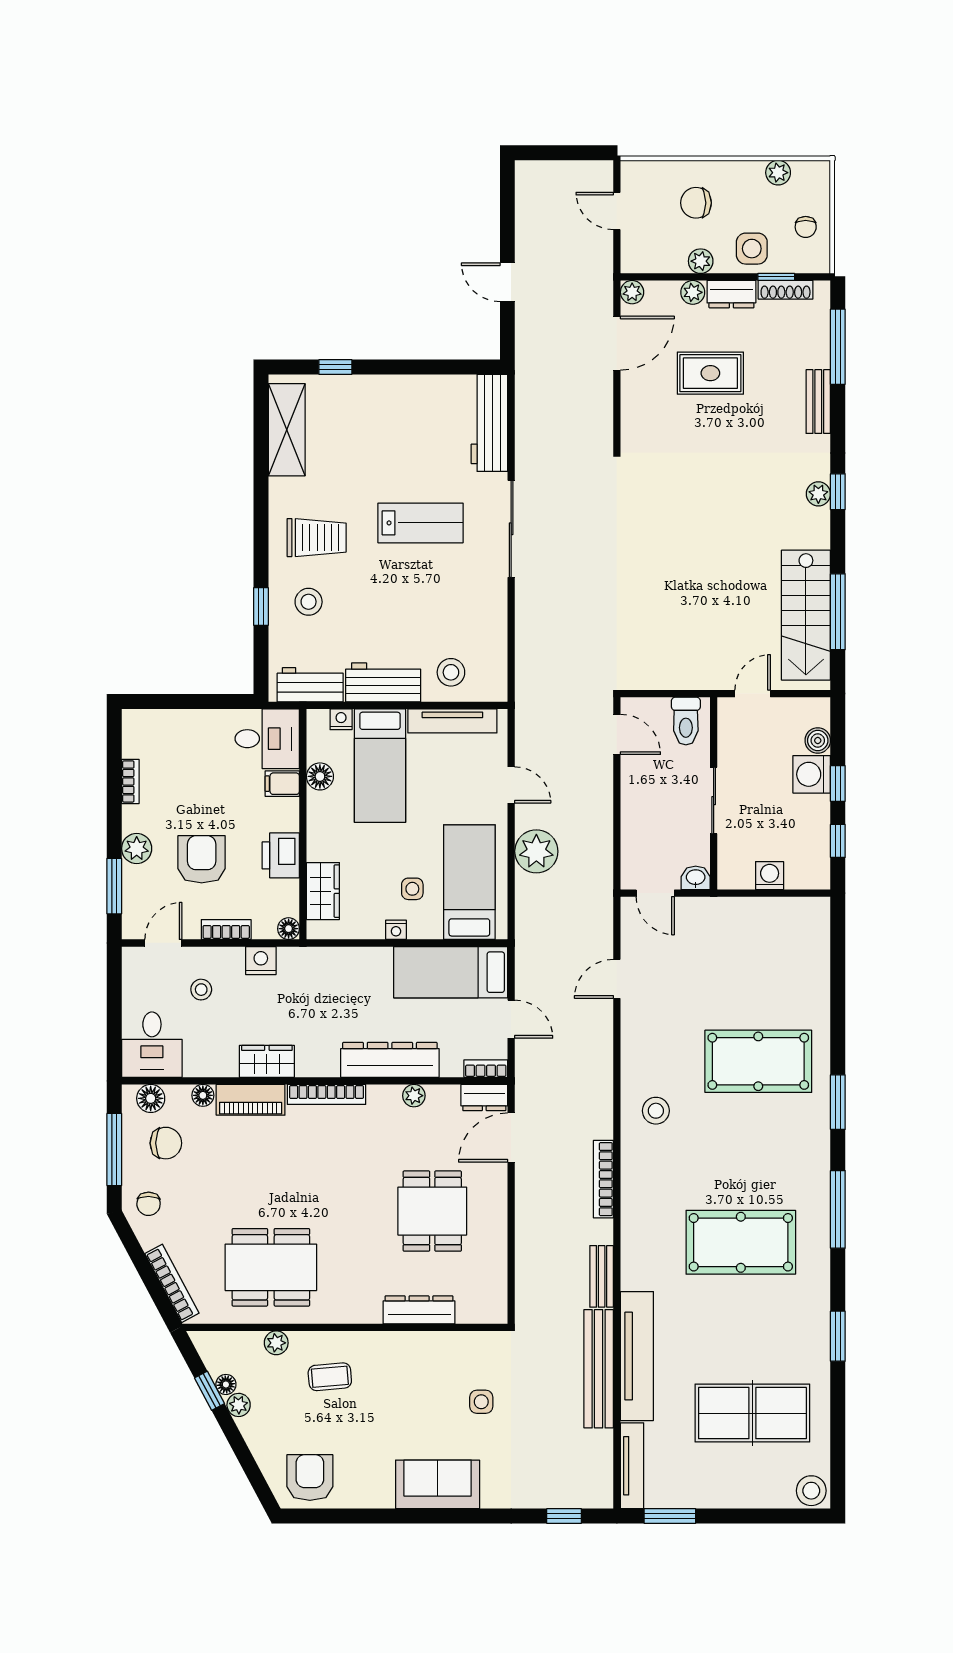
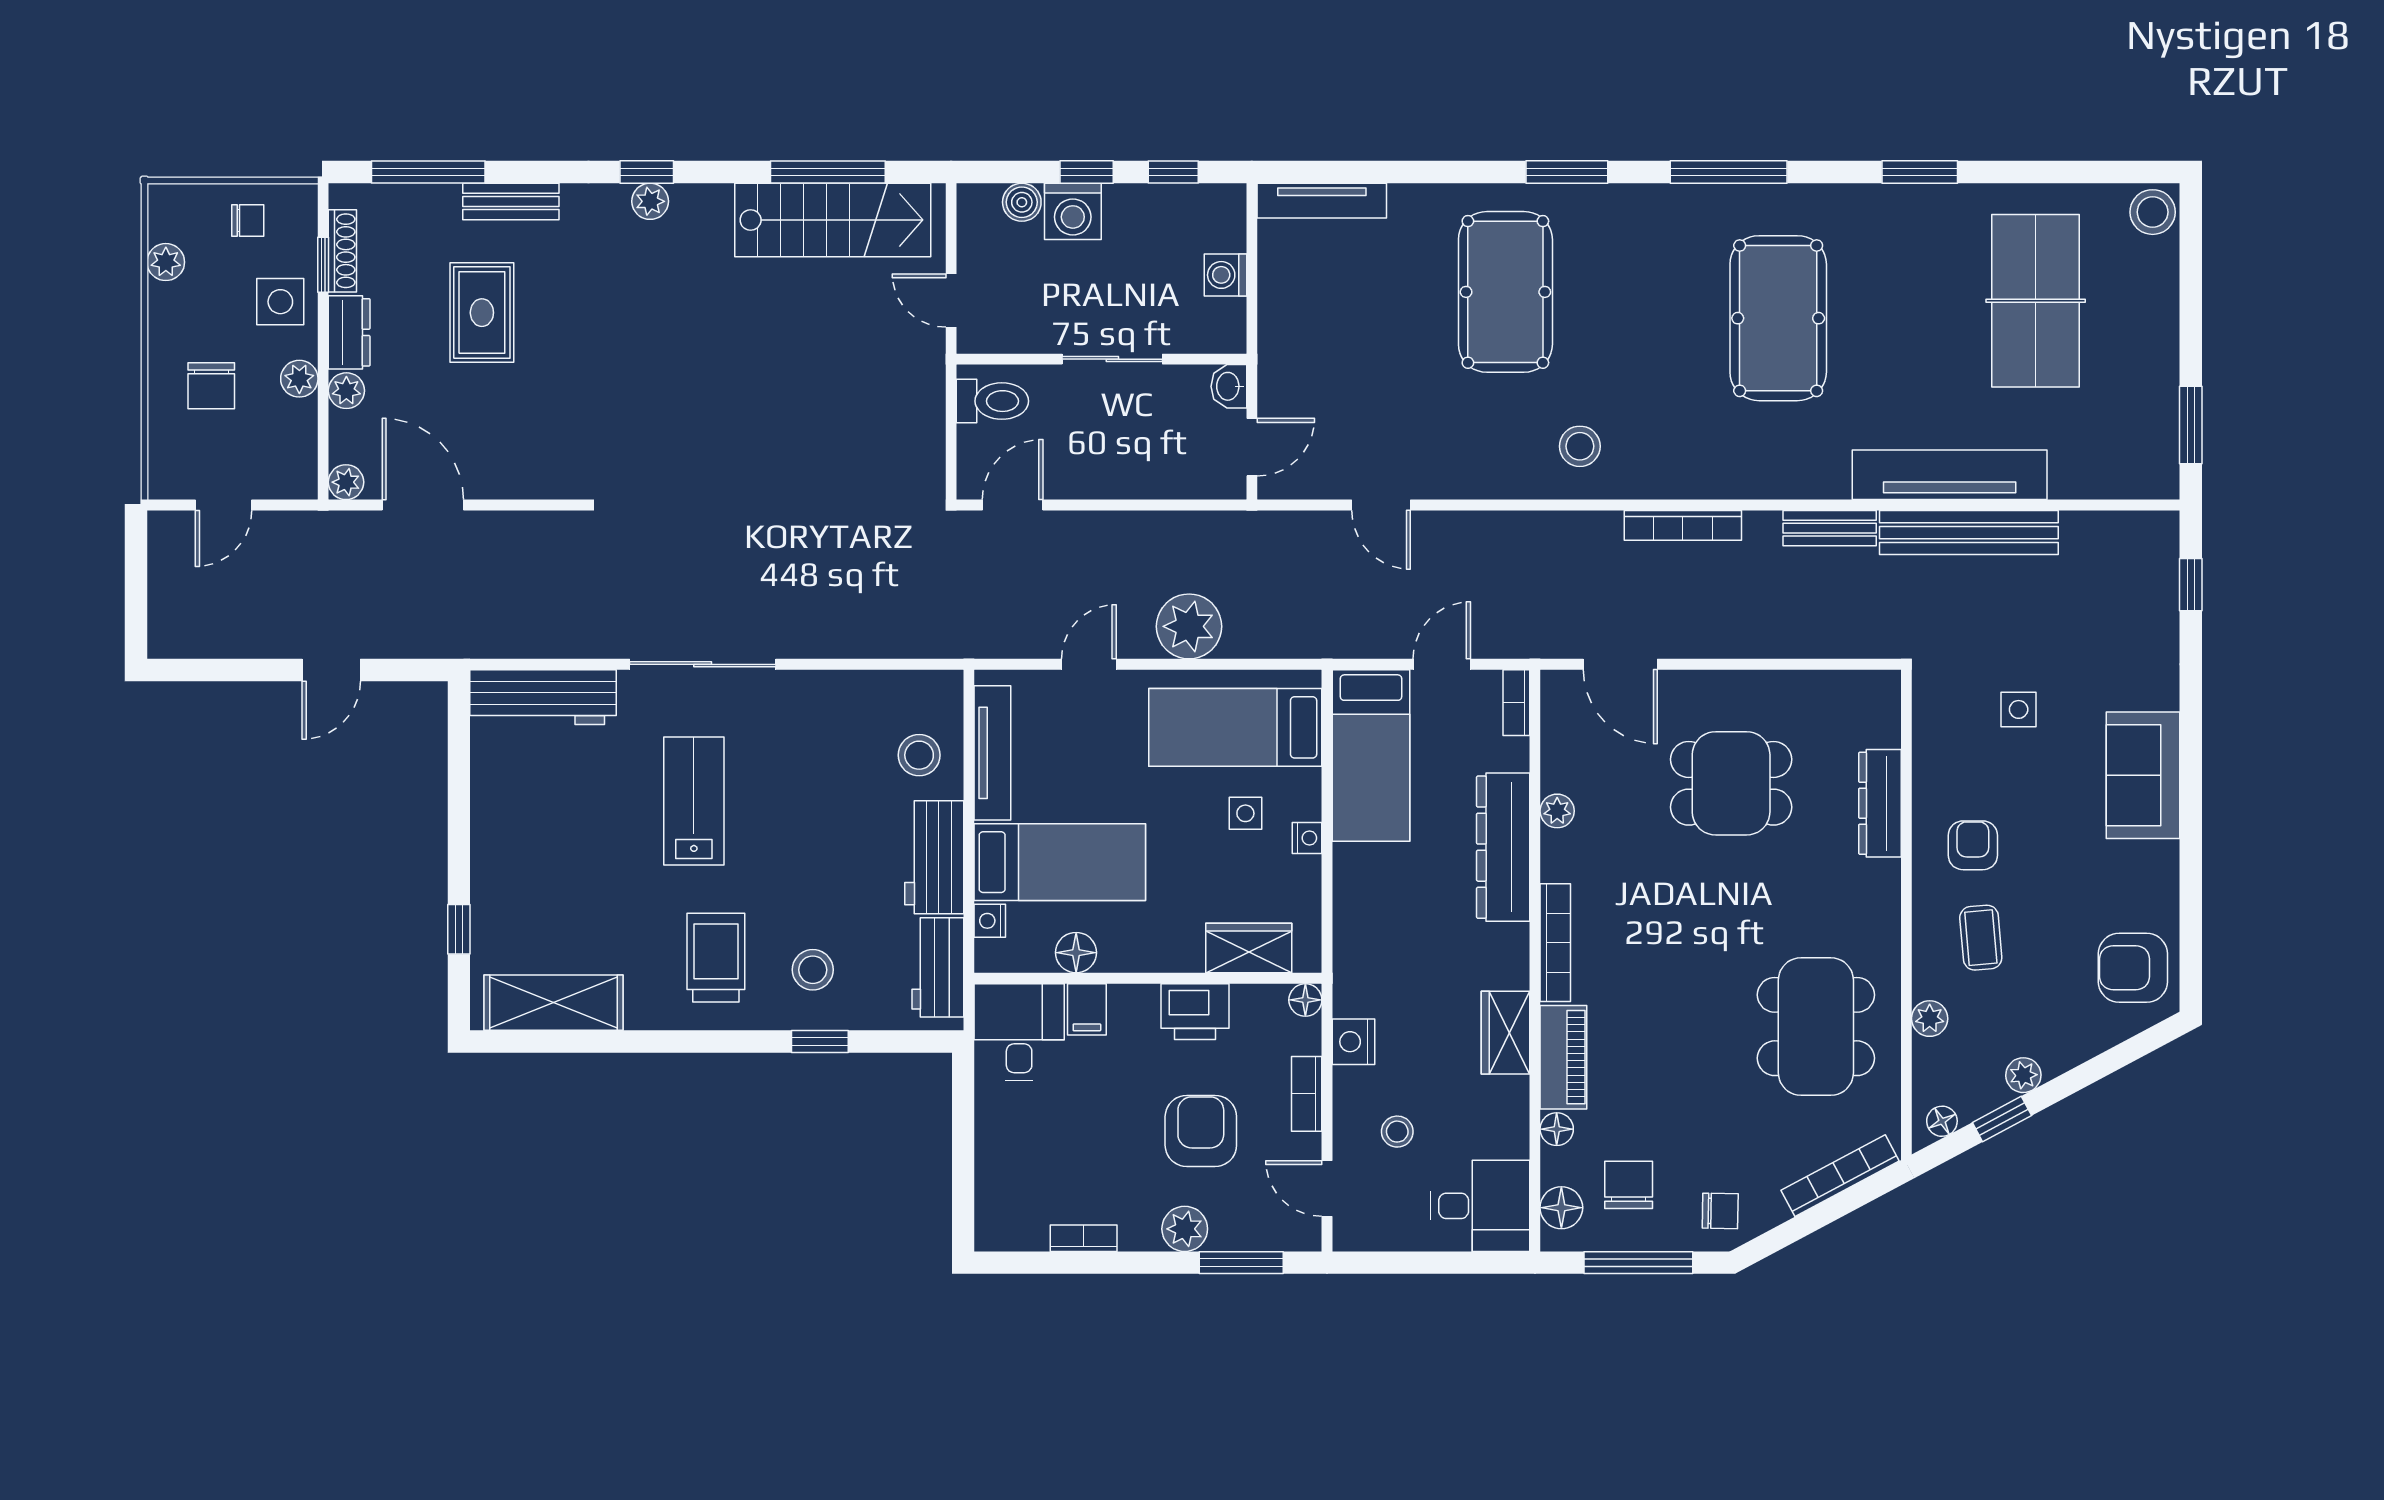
rug: (710, 373) -> (482, 313), moved
armchair: (202, 859) -> (1201, 1131), turned 90
dresser: (484, 1098) -> (1560, 705), removed
armchair: (391, 1371) -> (1973, 845), added
floor lamp: (226, 1384) -> (1942, 1121), moved
tv unit: (632, 1466) -> (1322, 201), moved, turned 180

